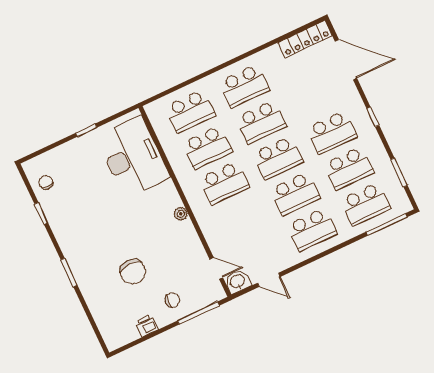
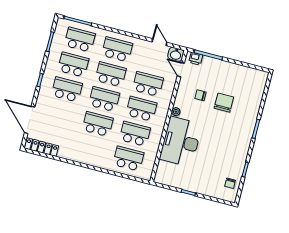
school desk: (244, 86) -> (148, 84), moved
desk: (133, 157) -> (181, 142), moved
chair: (172, 300) -> (200, 95), moved
printer: (147, 326) -> (196, 59), moved

